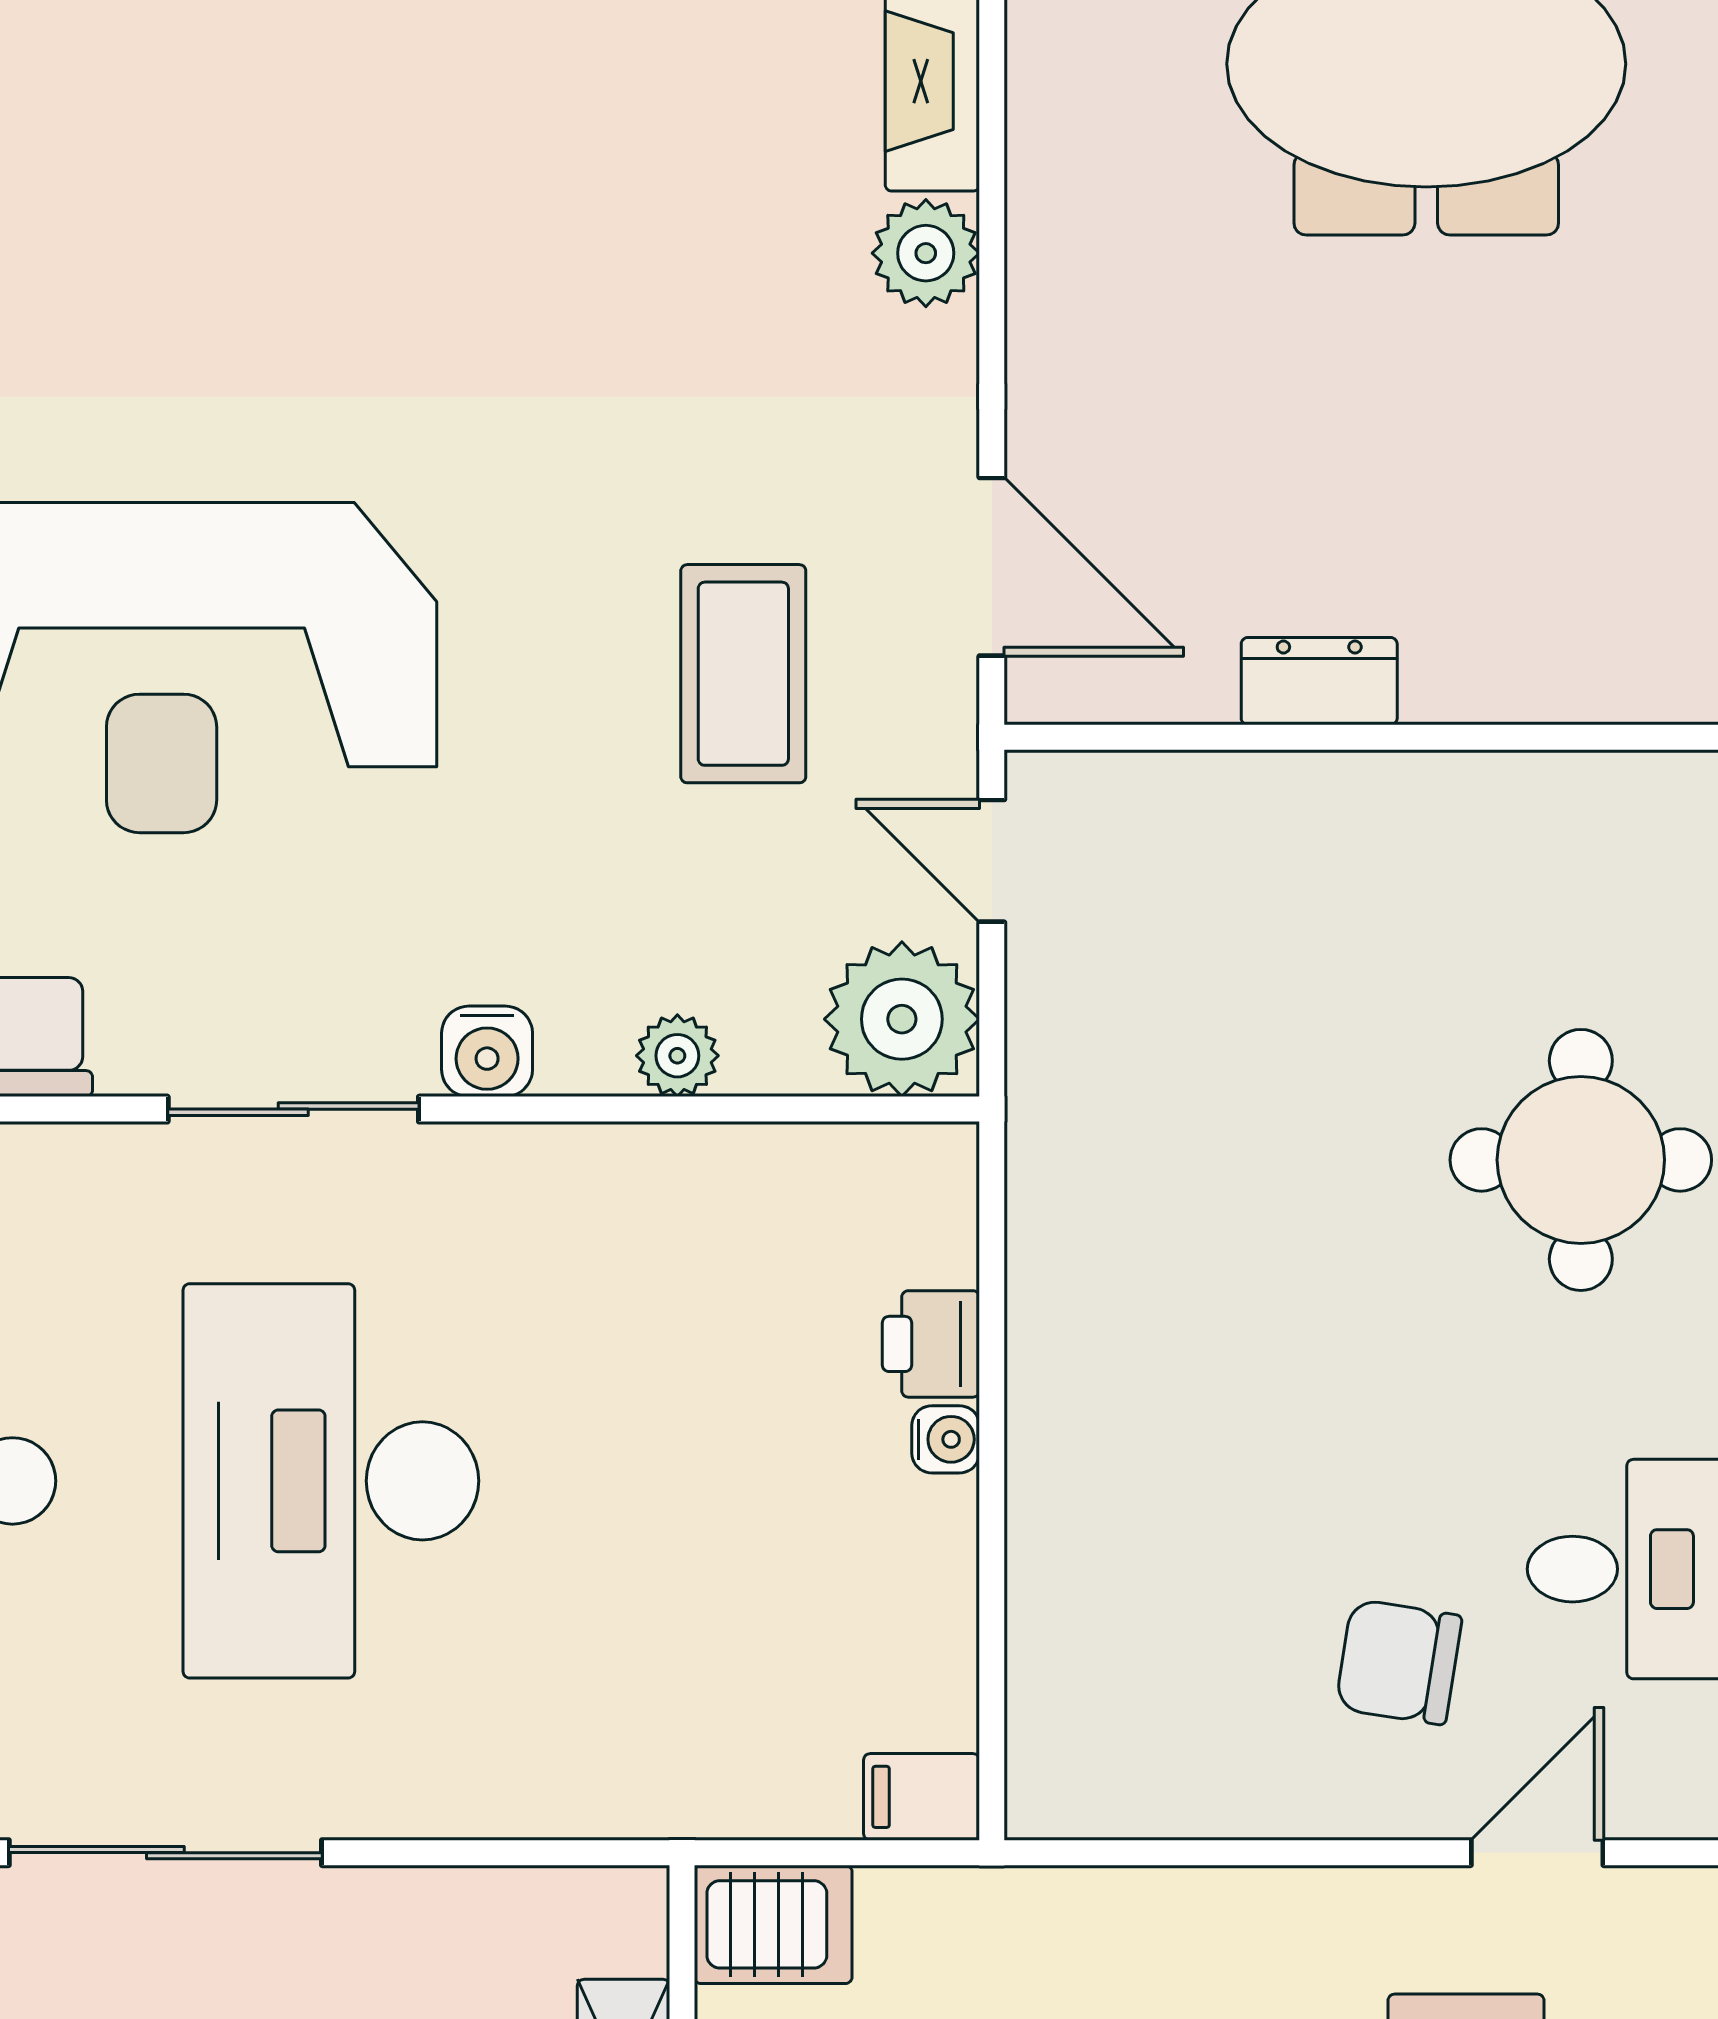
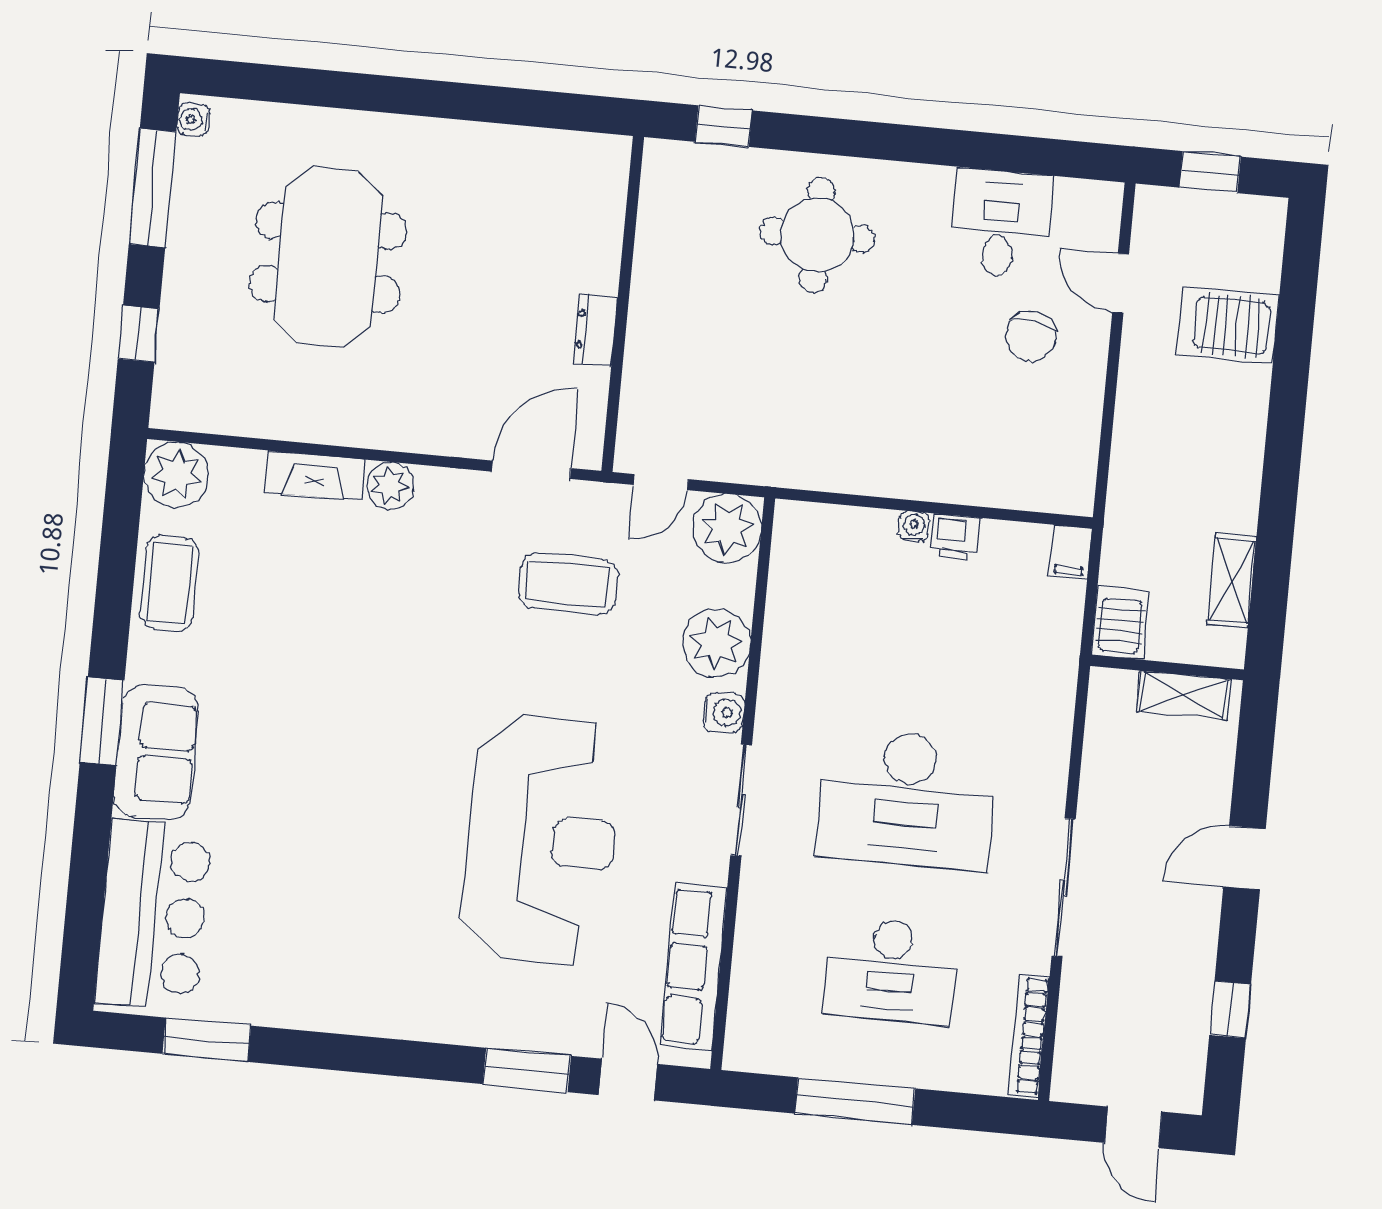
plant: (677, 1056) -> (716, 643), width x1.87, depth x1.87
printer: (931, 1344) -> (955, 537), moved

